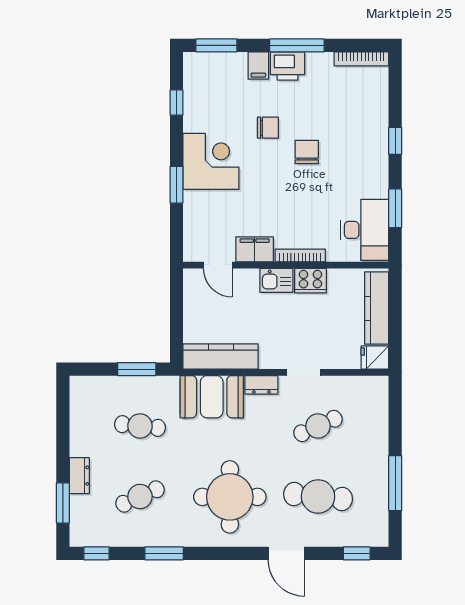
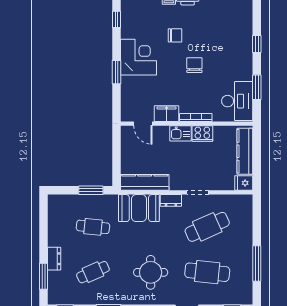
chair: (307, 152) -> (194, 65), moved
cafe table: (318, 426) -> (207, 227), width x1.37, depth x1.35
round table: (230, 497) -> (151, 272), width x0.73, depth x0.73

